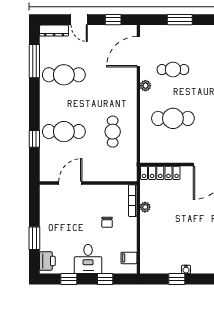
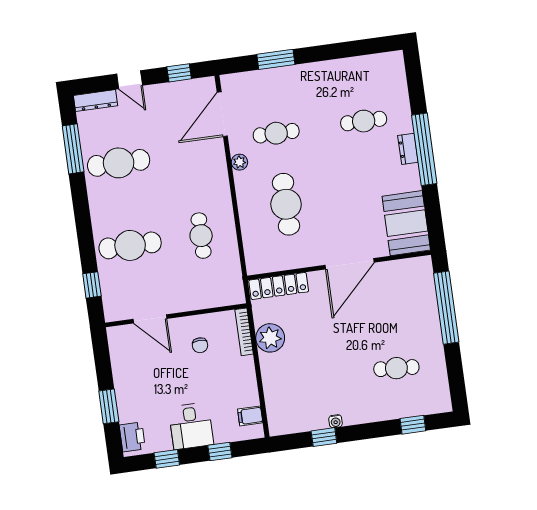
cafe table: (173, 118) -> (286, 204), turned 90
window: (34, 139) -> (92, 285), moved
door: (70, 183) -> (150, 319), swing flipped
plant: (145, 207) -> (270, 338), width x1.88, depth x1.88
chair: (107, 222) -> (200, 345), moved

